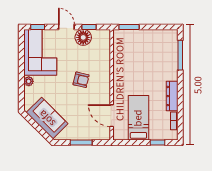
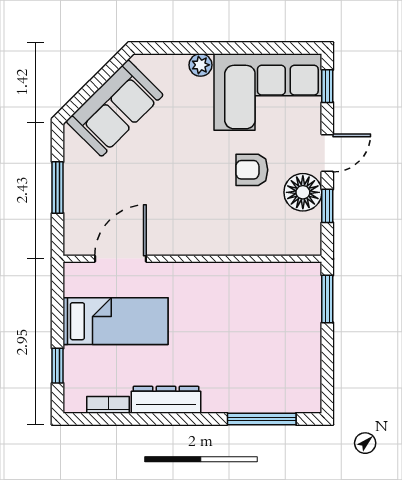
armchair: (81, 80) -> (252, 170), moved, turned 77

